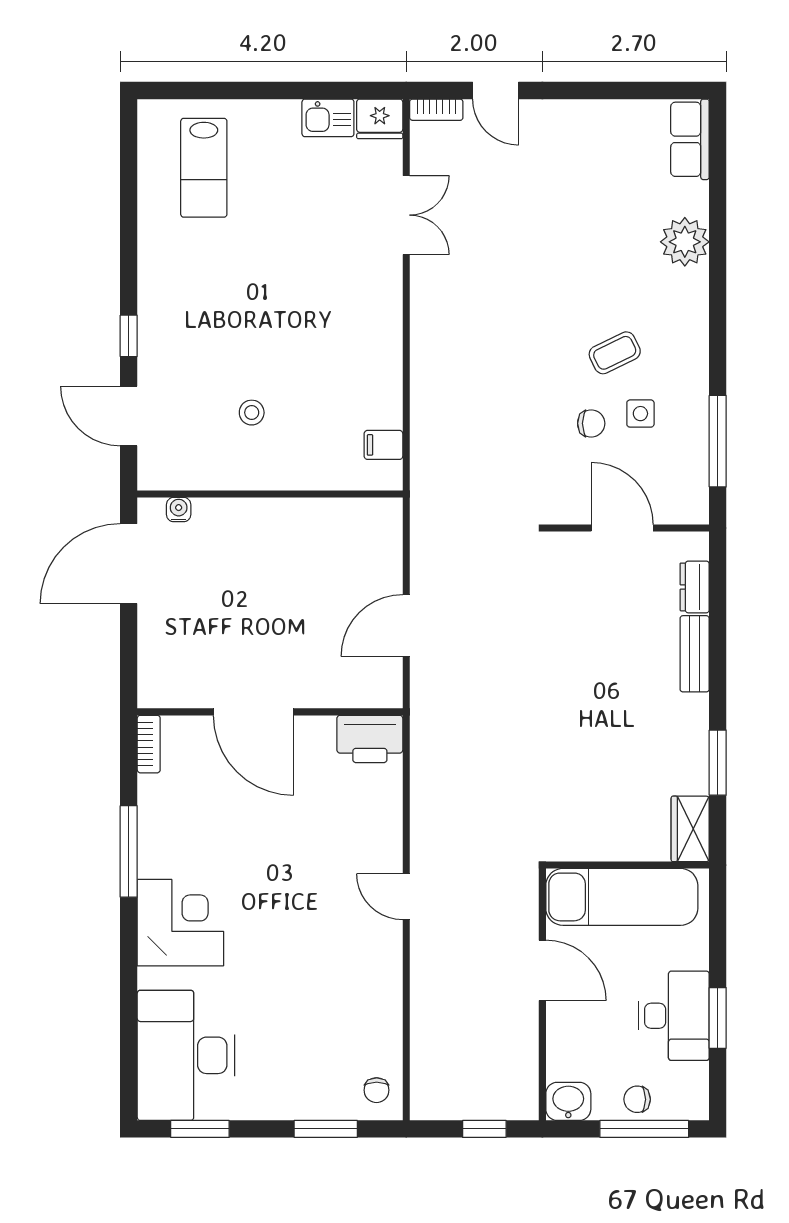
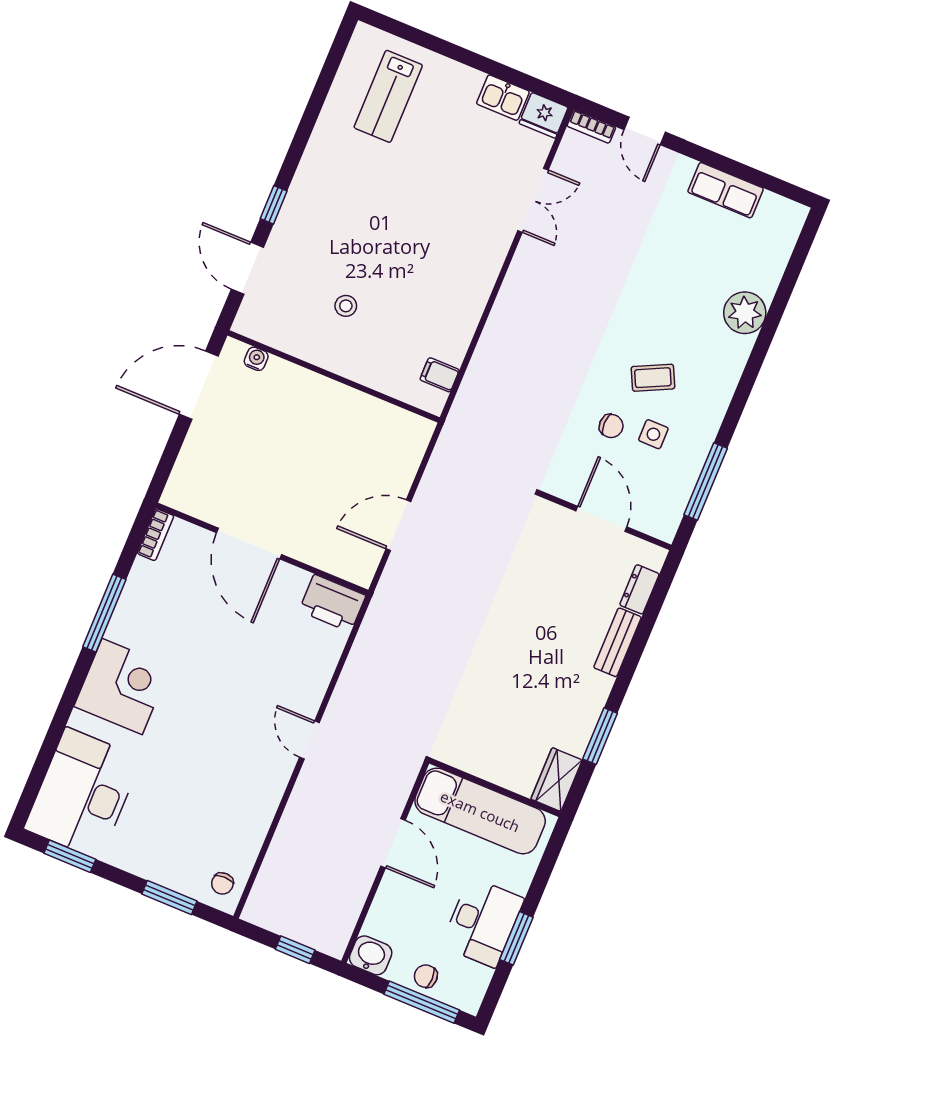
row of seats: (690, 139) -> (726, 190), moved, turned -90

